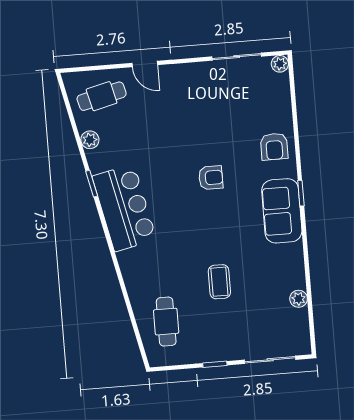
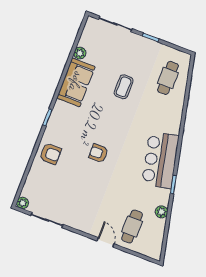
cafe table: (102, 96) -> (132, 226), moved, turned -76
armchair: (274, 147) -> (50, 154), turned 90
sofa: (282, 211) -> (76, 82), moved

